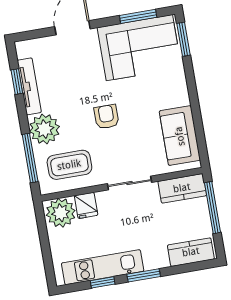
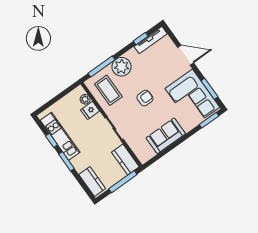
tv unit: (29, 86) -> (151, 40), moved
sofa: (180, 136) -> (166, 136), moved
plant: (61, 213) -> (85, 99), width x0.53, depth x0.53

